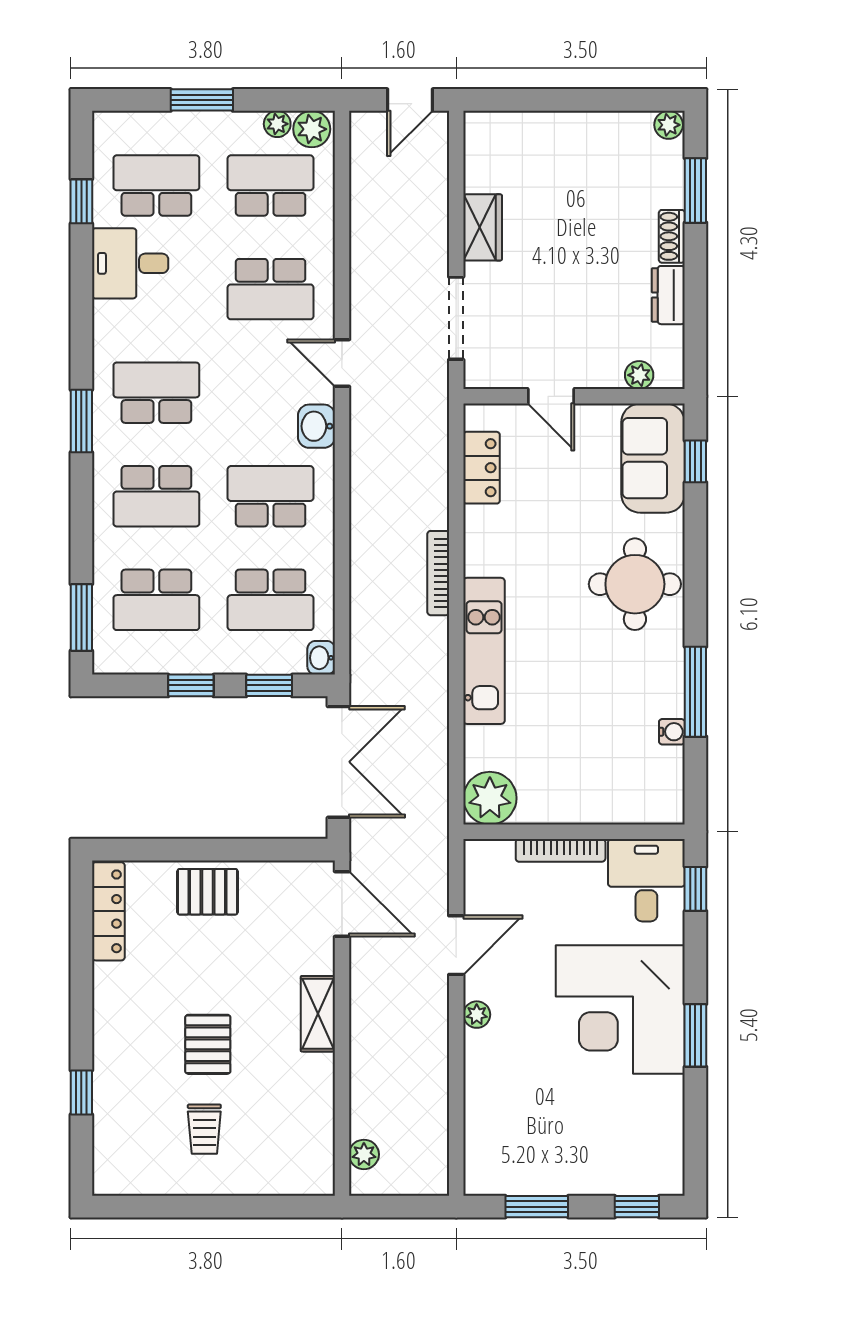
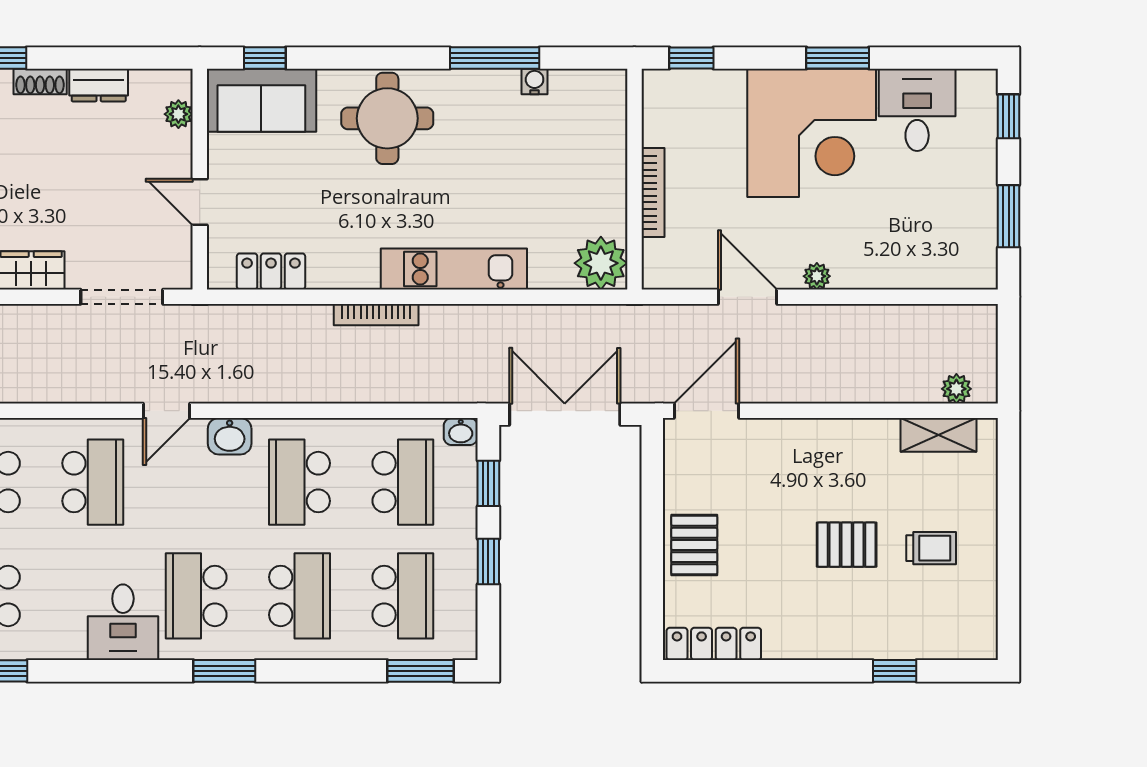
desk: (130, 263) -> (123, 622), moved
door: (551, 396) -> (200, 202), swing flipped
desk: (646, 880) -> (917, 110), moved, turned 90
shelving: (318, 1014) -> (938, 435), moved

